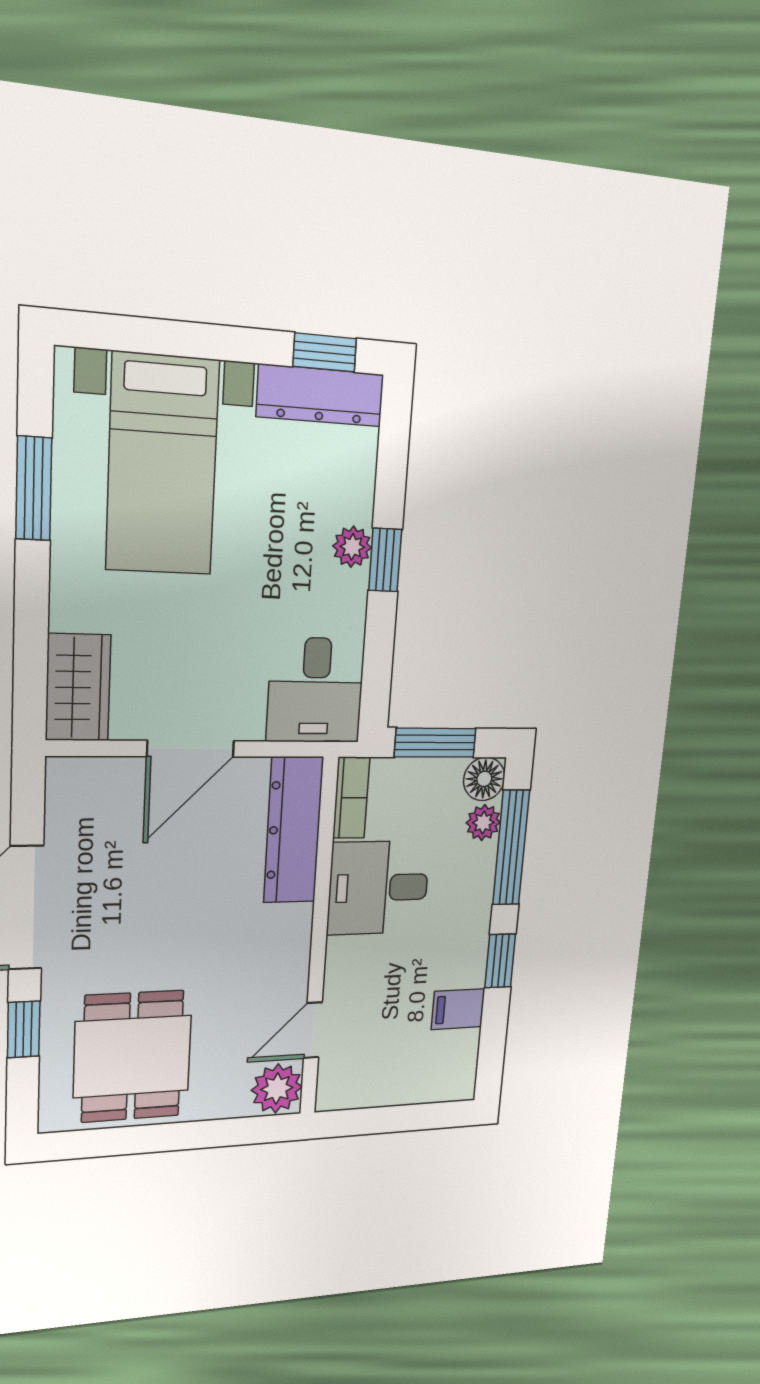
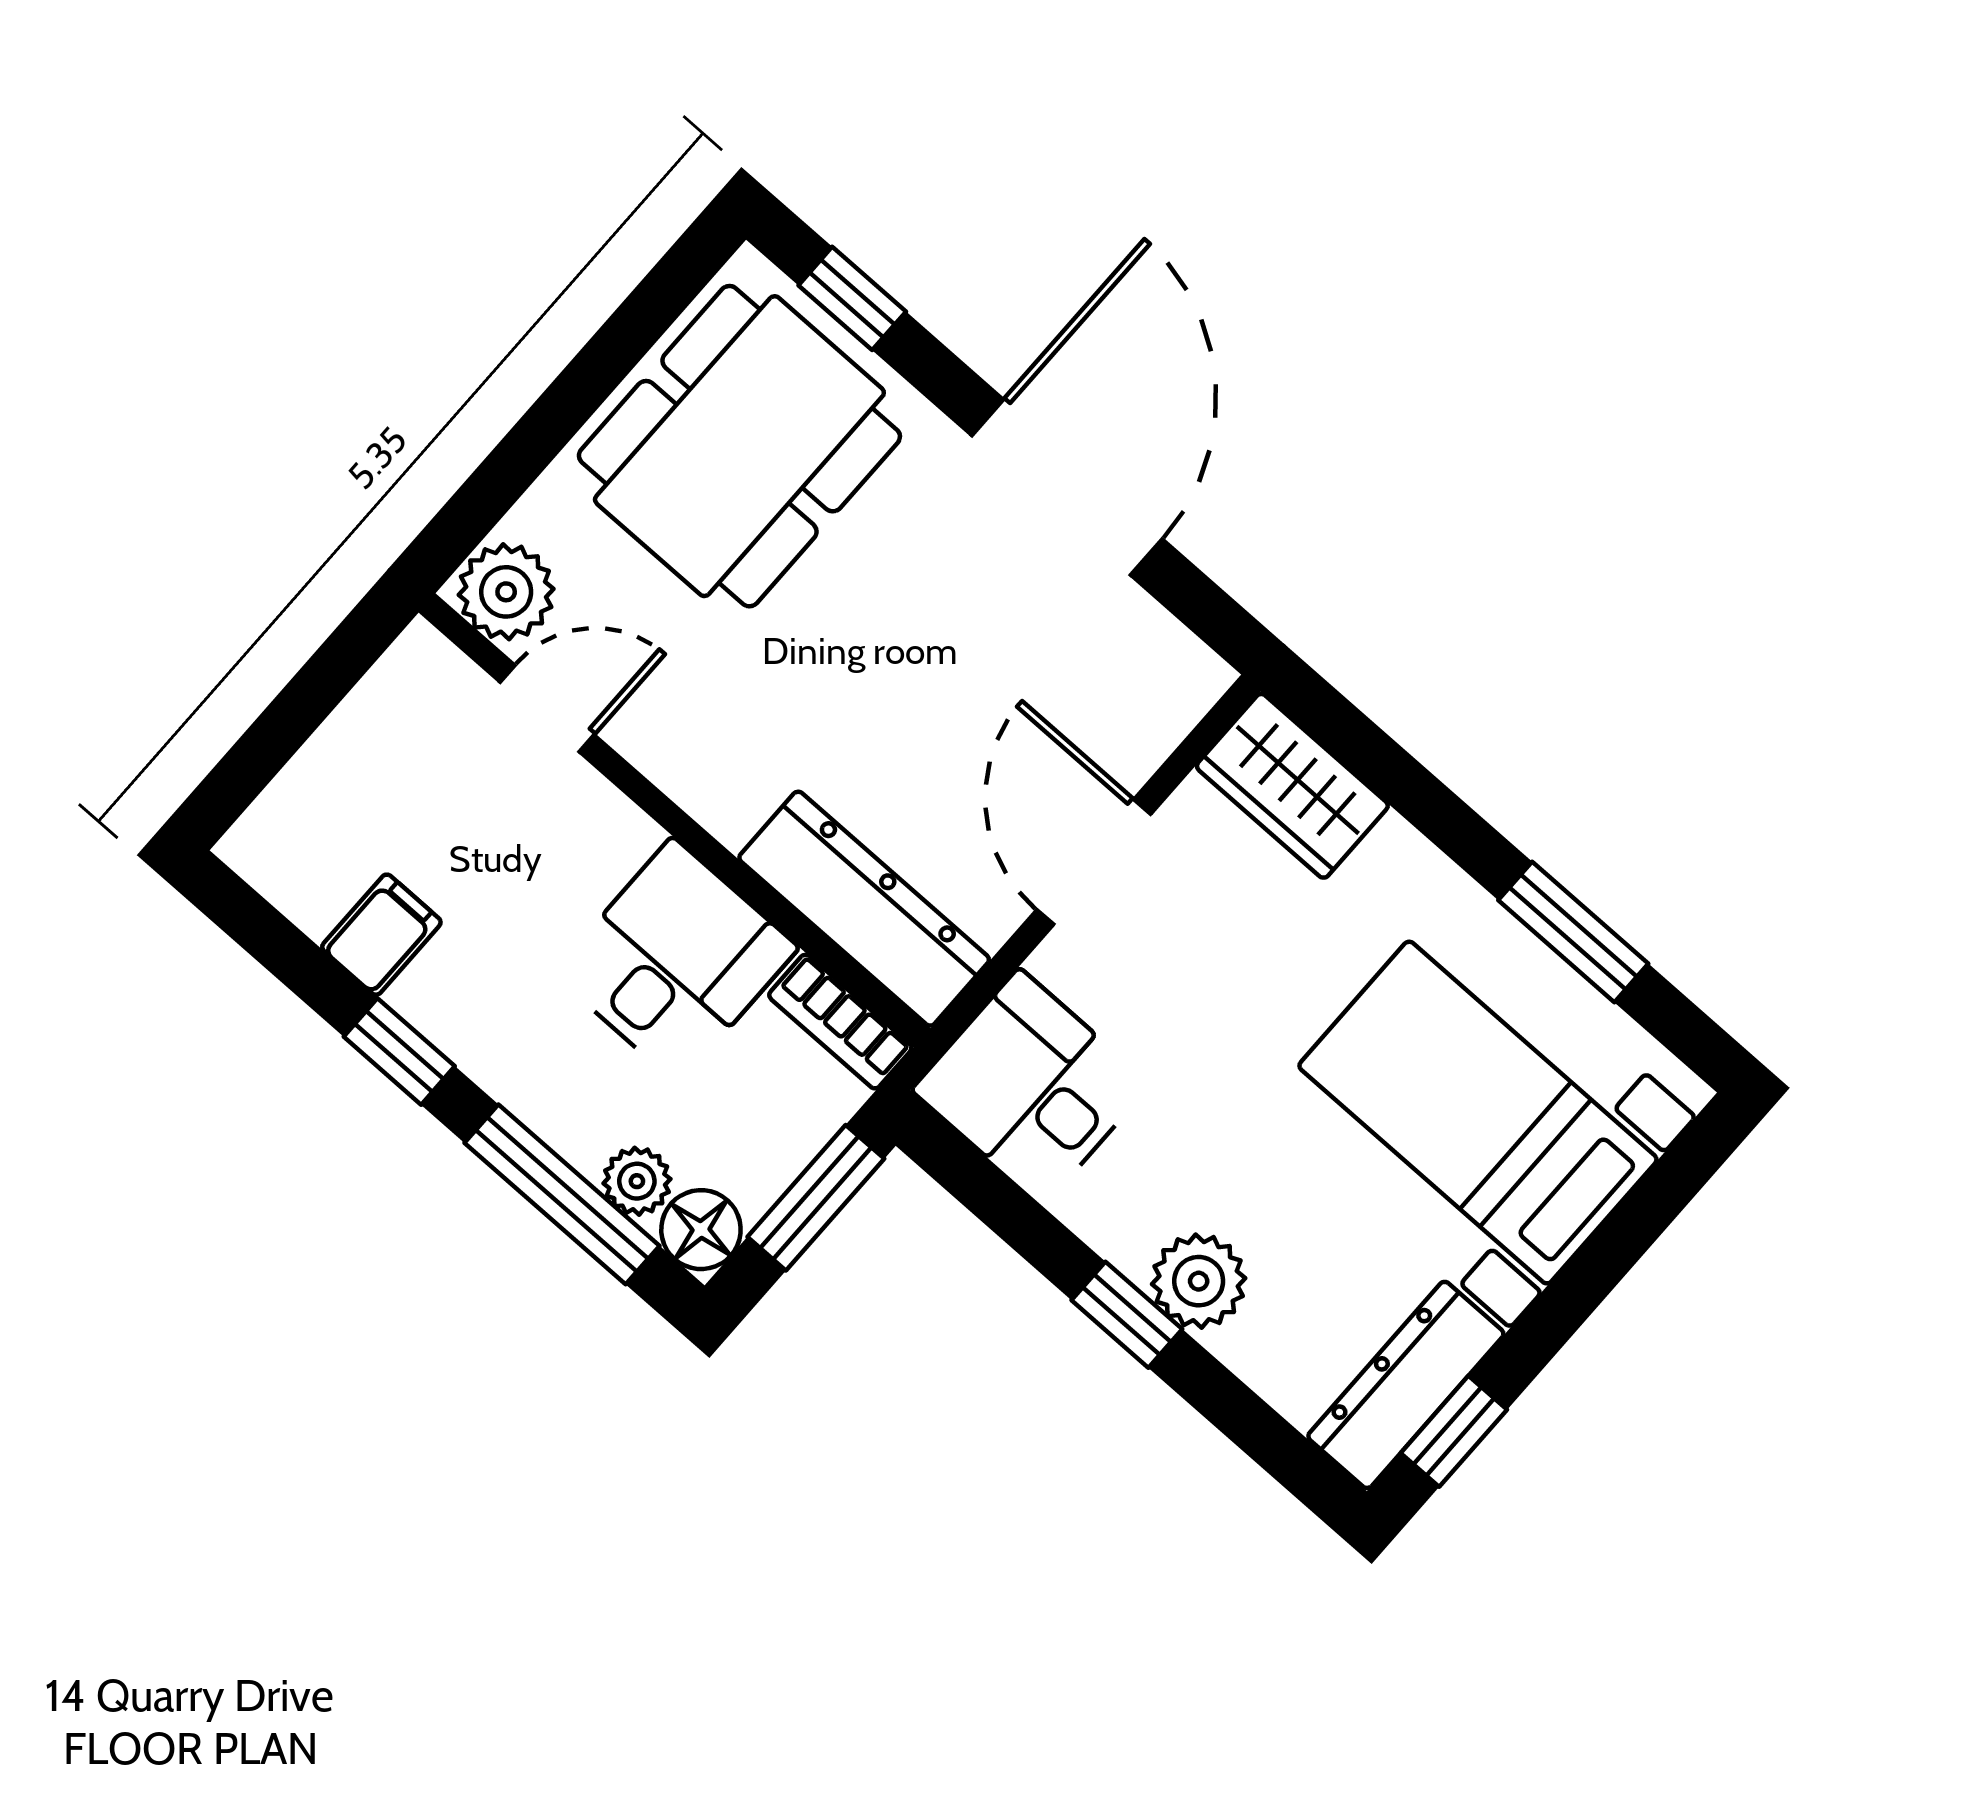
plant: (352, 547) -> (1199, 1281), width x1.38, depth x1.38
window: (24, 1029) -> (852, 298), moved
door: (313, 1030) -> (547, 708), hinge flipped
dining table: (132, 1056) -> (739, 446), width x1.37

